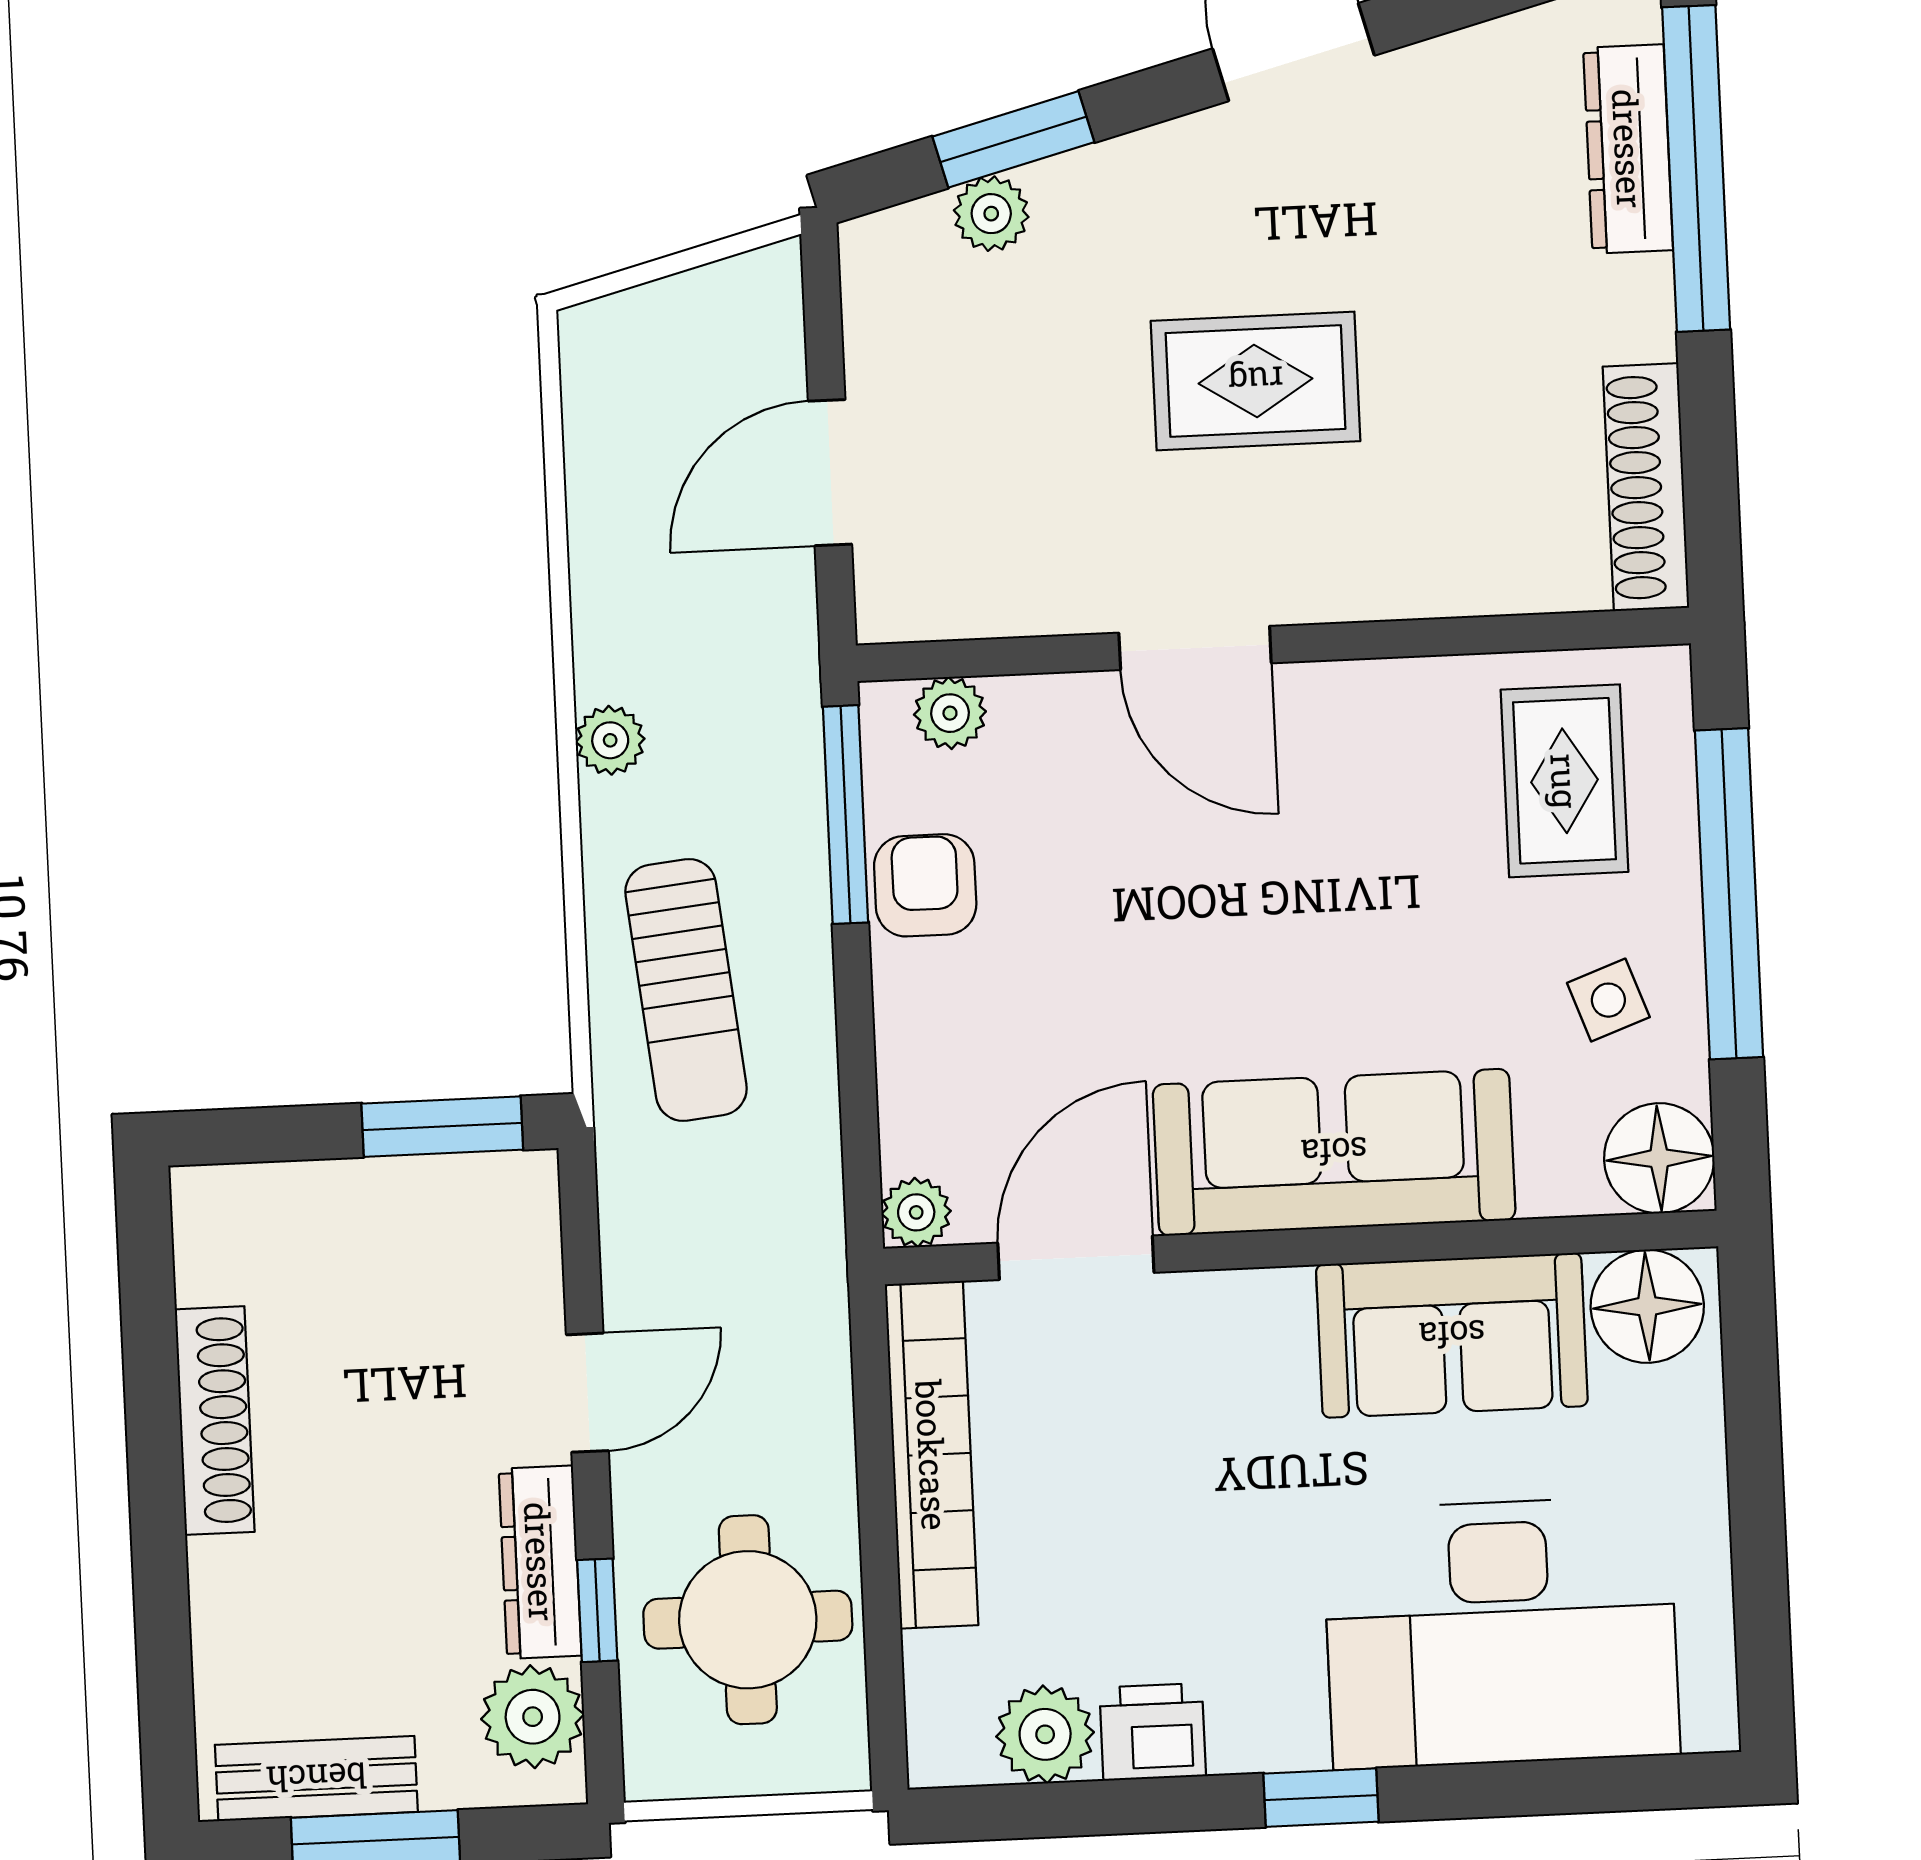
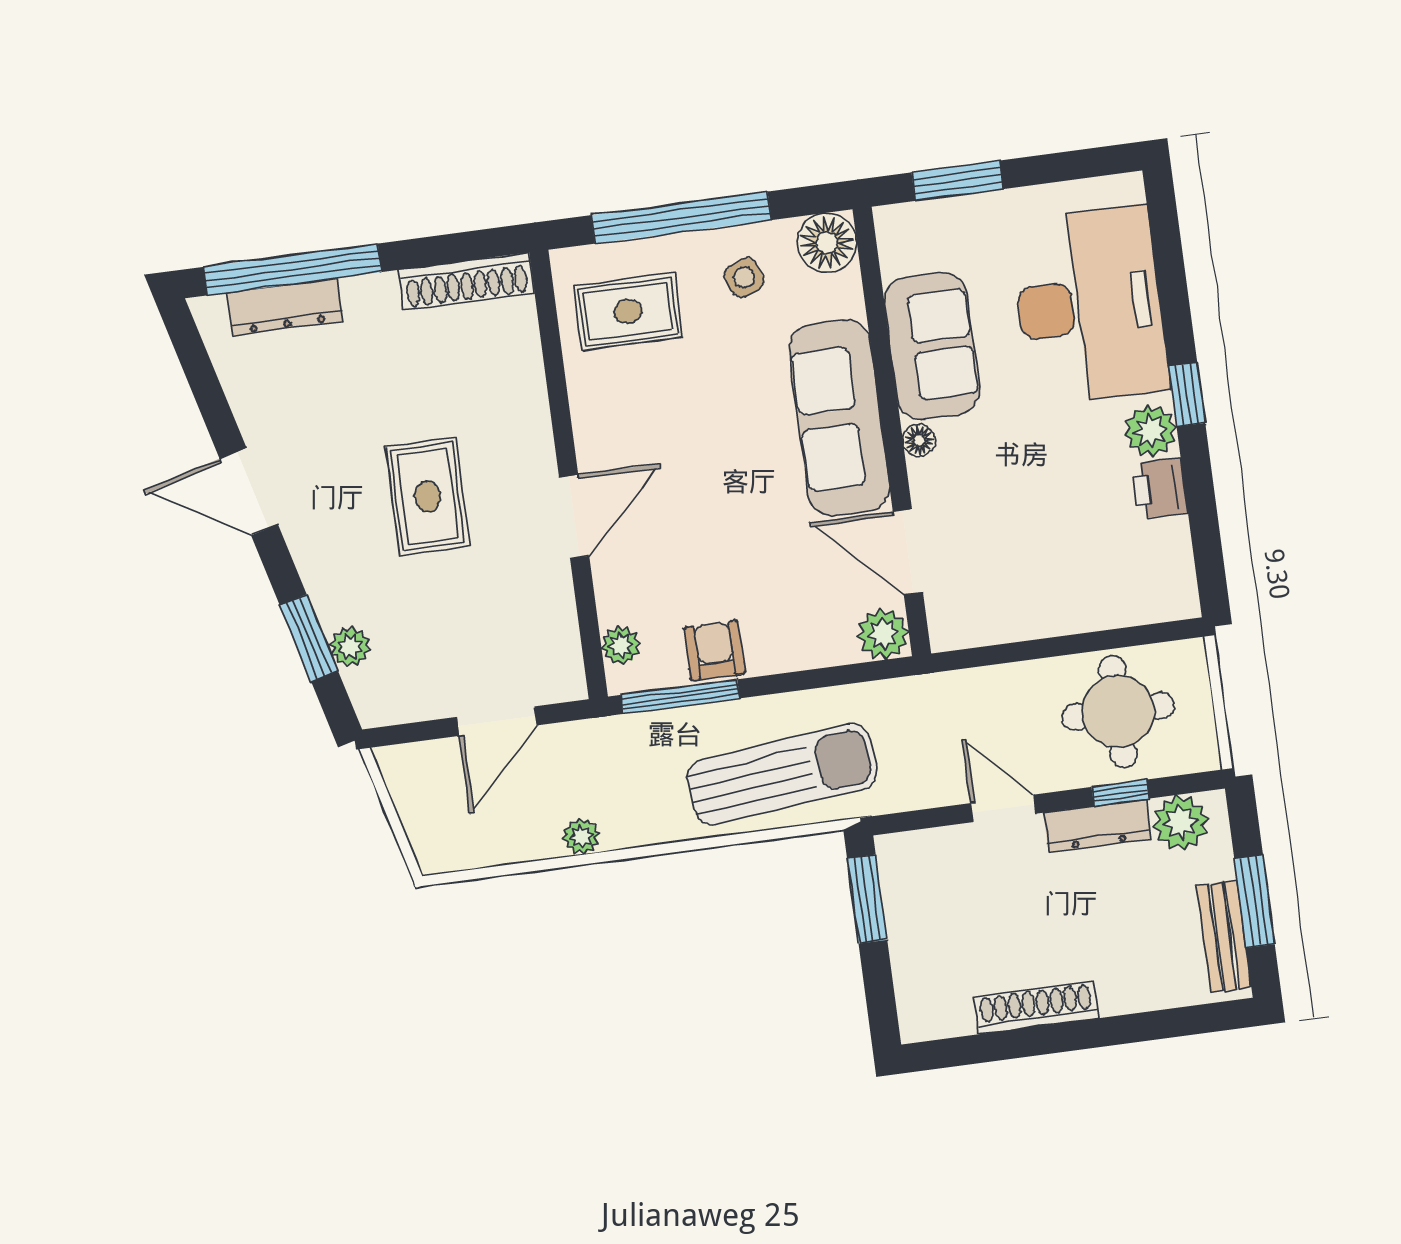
door: (830, 473) -> (497, 721), hinge flipped
plant: (610, 740) -> (581, 836), moved
armchair: (925, 885) -> (715, 651), turned 90
sun lounger: (686, 990) -> (782, 774), width x1.36, depth x1.34
plant: (916, 1212) -> (883, 634), width x1.38, depth x1.38
floor lamp: (1647, 1306) -> (919, 440), moved, width x0.53, depth x0.53
window: (1752, 1409) -> (957, 181), added
bookcase: (932, 1455) -> (1021, 620), removed
plant: (1045, 1734) -> (1150, 431), moved

